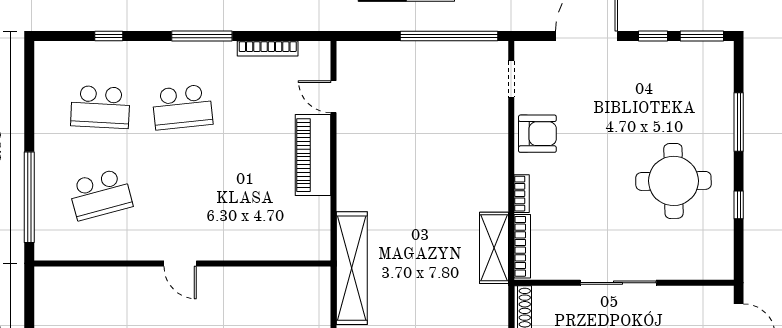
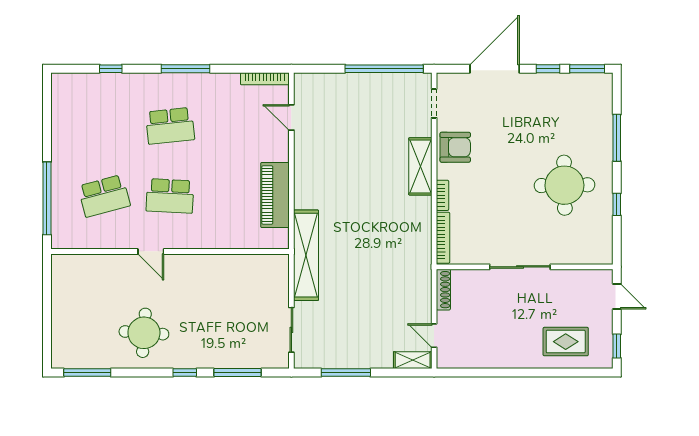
bookcase: (268, 48) -> (265, 79), moved
school desk: (100, 107) -> (170, 196), moved
piano: (313, 155) -> (275, 195), moved
shelving: (494, 248) -> (420, 166), moved
door: (180, 263) -> (151, 251), moved

